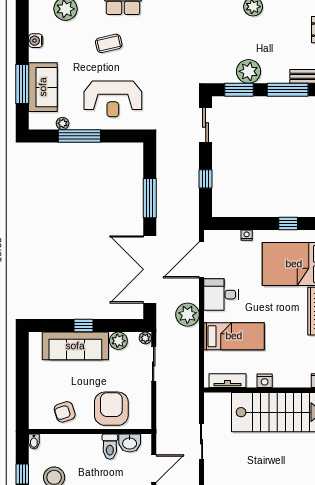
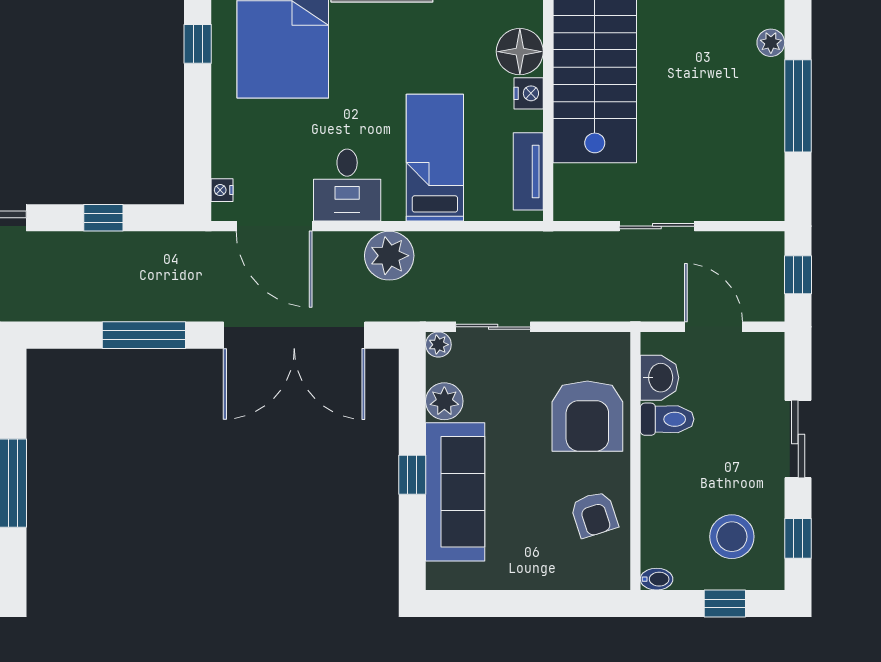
nightstand: (247, 235) -> (222, 190), moved
floor lamp: (284, 377) -> (520, 52), added
armchair: (111, 409) -> (587, 416), turned -90

